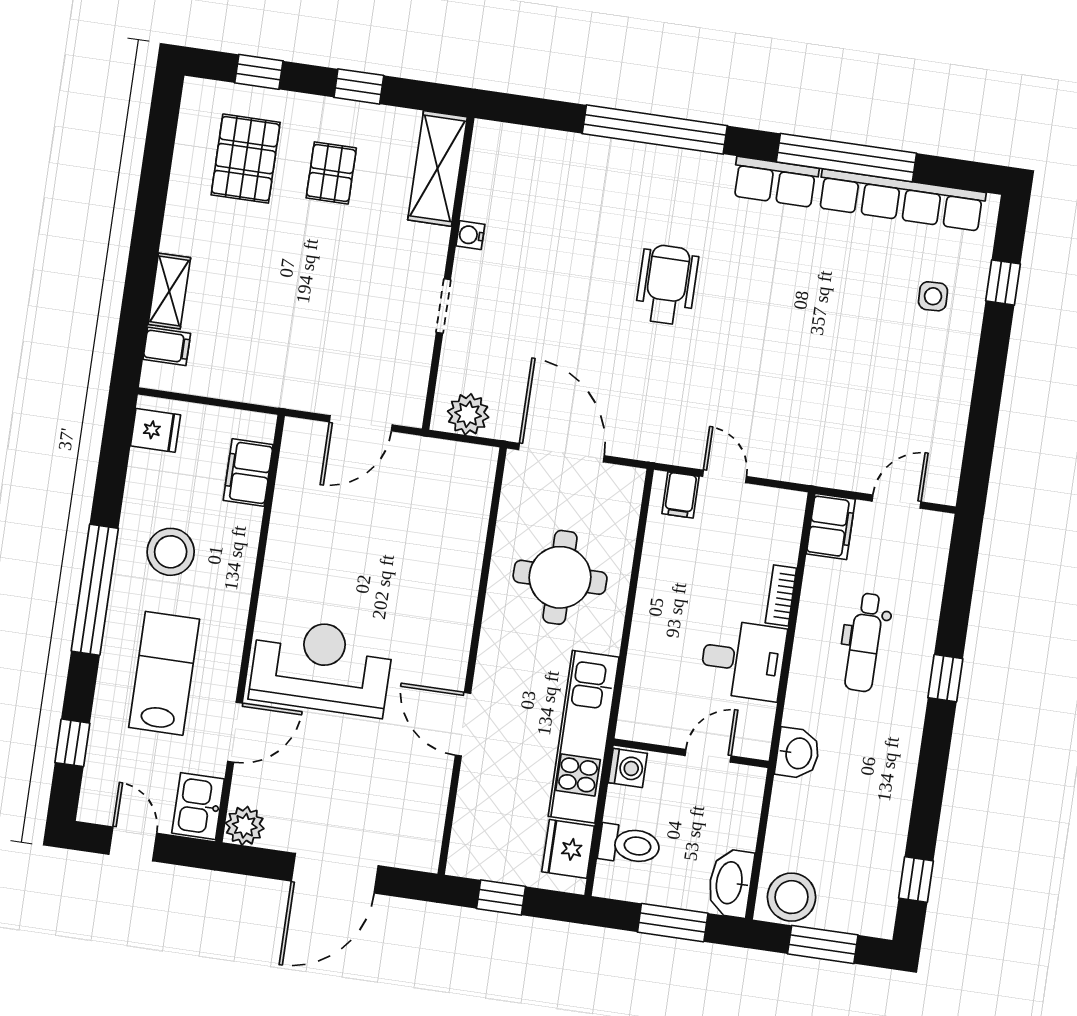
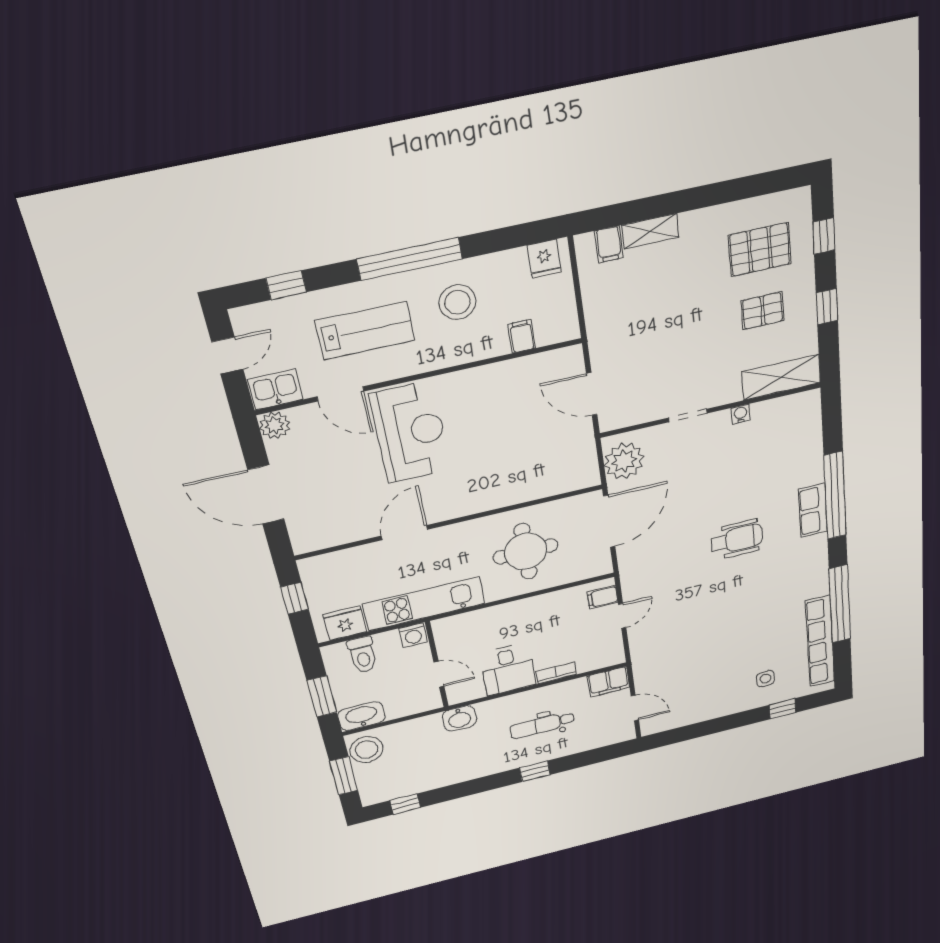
row of seats: (775, 182) -> (813, 510), moved
plant: (468, 414) -> (624, 461), width x1.36, depth x1.36
filing cabinet: (248, 472) -> (522, 336), width x0.50

